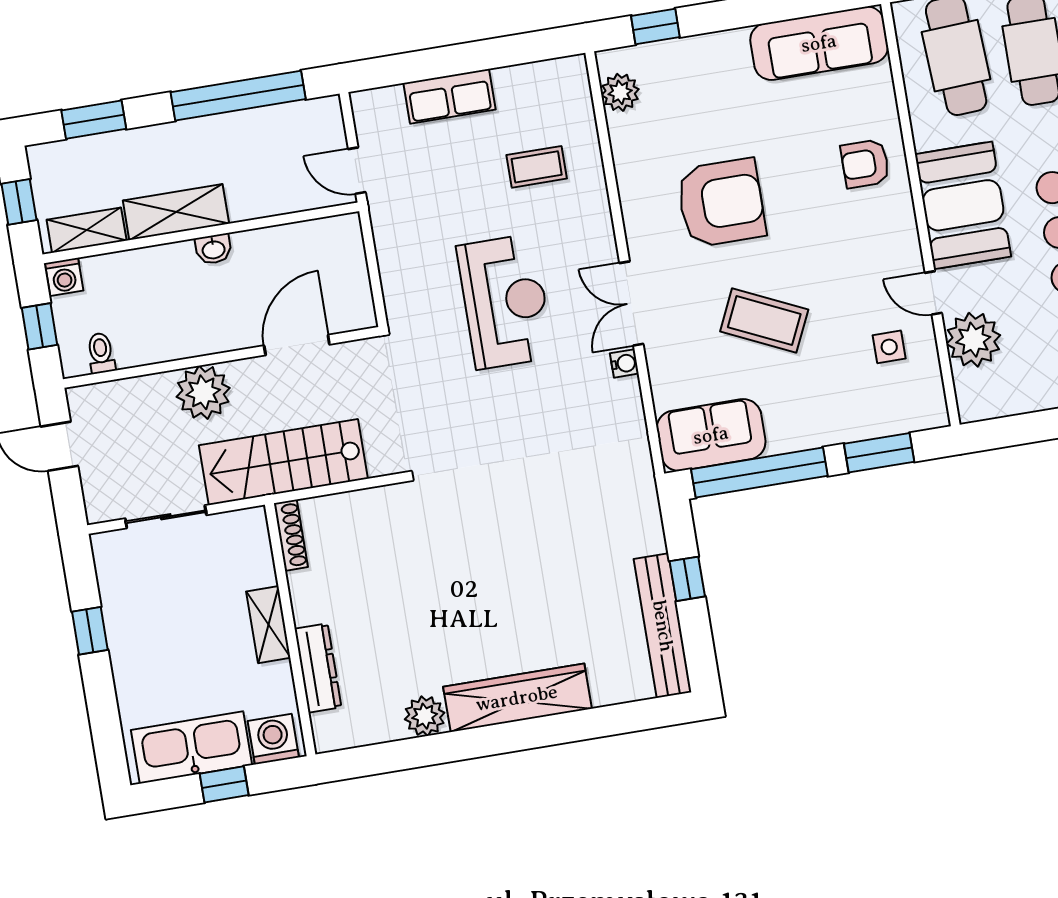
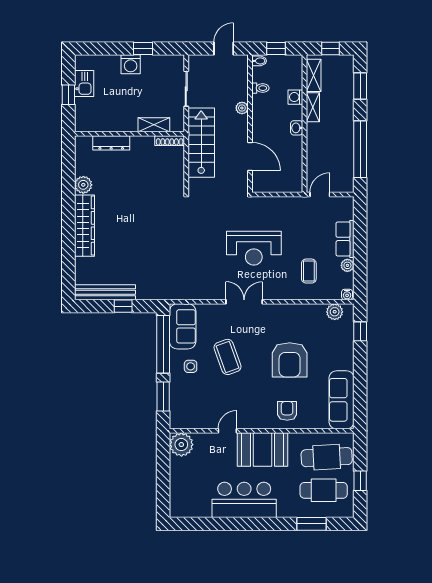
plant: (509, 81) -> (347, 265), added
armchair: (721, 203) -> (290, 360), moved
shelving: (176, 212) -> (313, 107), width x0.67, depth x0.75
washing machine: (64, 277) -> (295, 97), moved
coffee table: (764, 321) -> (227, 357), turned -45
plant: (973, 340) -> (181, 445), moved
side table: (889, 347) -> (191, 366), moved
toilet: (101, 353) -> (260, 88), moved
bidet: (74, 360) -> (259, 61), added
water cooler: (624, 363) -> (347, 294), moved
plant: (203, 392) -> (242, 108), width x0.53, depth x0.53
shelving: (268, 625) -> (154, 125), moved
washing machine: (273, 739) -> (131, 64), moved, turned 90
kitchen sink: (191, 747) -> (84, 83), width x0.53, depth x0.81

